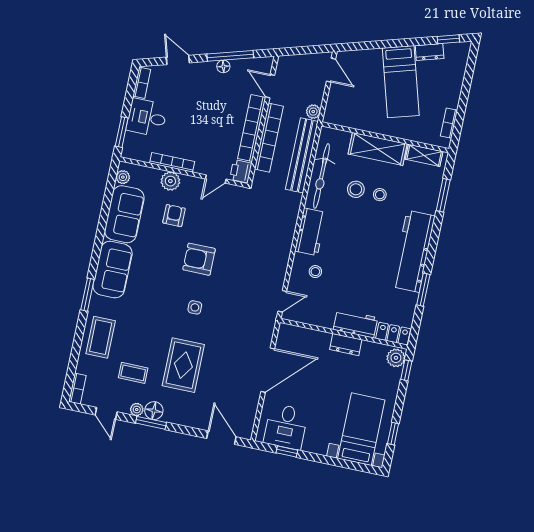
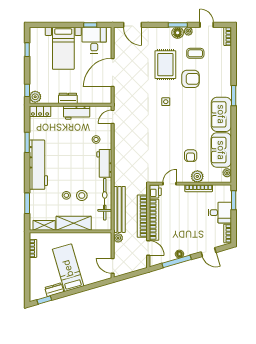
armchair: (199, 259) -> (191, 79), moved
workbench: (355, 324) -> (77, 113), moved
coffee table: (101, 337) -> (220, 71), removed
bed with nightstands: (361, 429) -> (63, 48), moved

